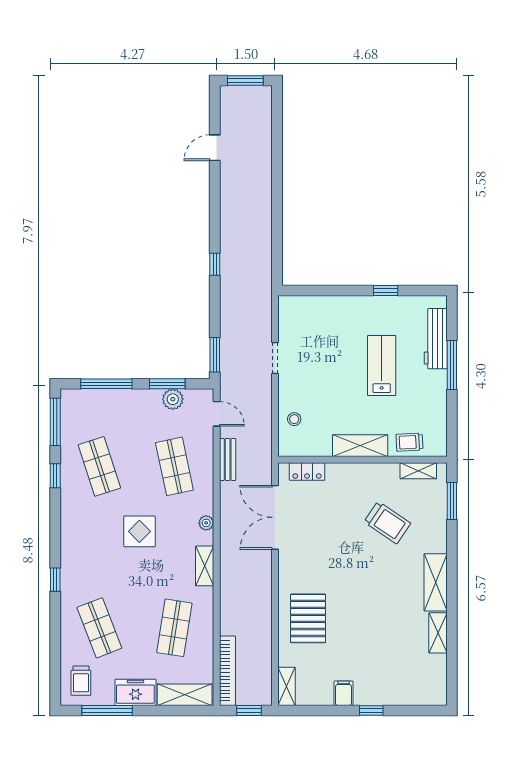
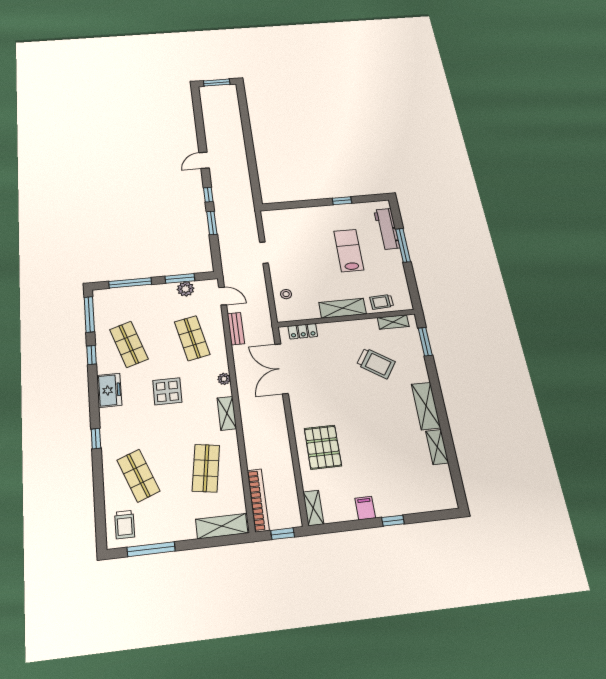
door: (215, 148) -> (204, 160), moved
window: (215, 355) -> (212, 223), moved
freezer: (135, 692) -> (109, 390), moved, turned 90

